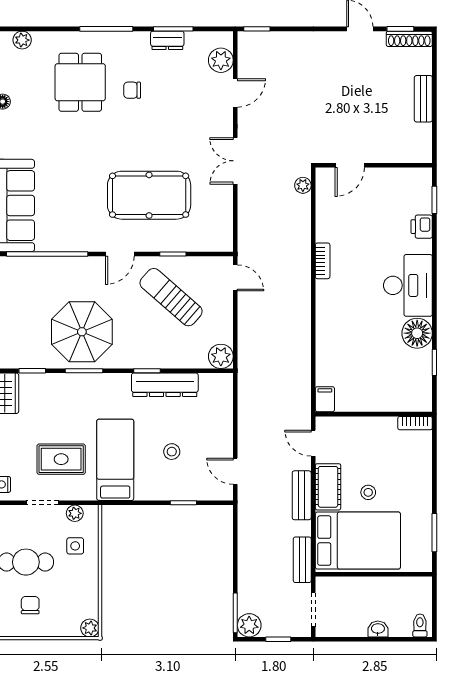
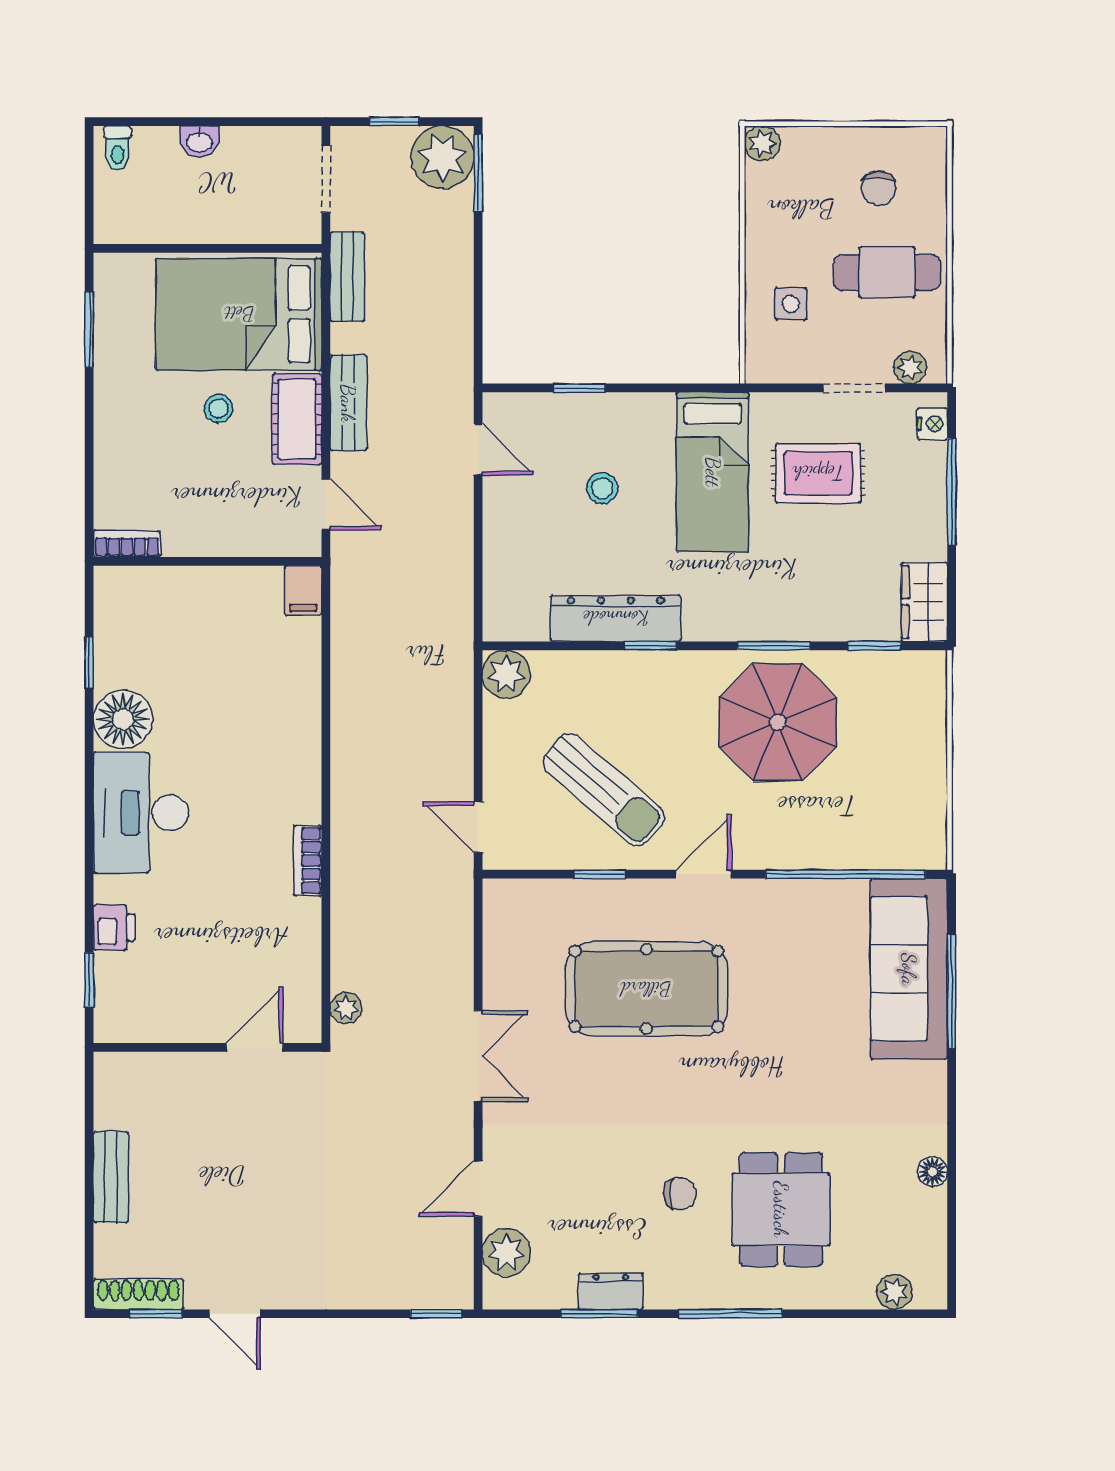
plant: (75, 513) -> (910, 368), moved
plant: (249, 625) -> (443, 157), width x1.36, depth x1.36

